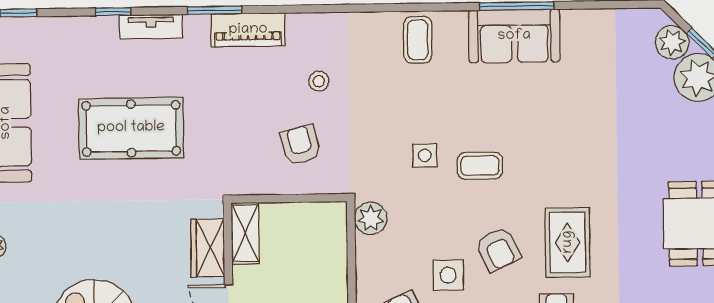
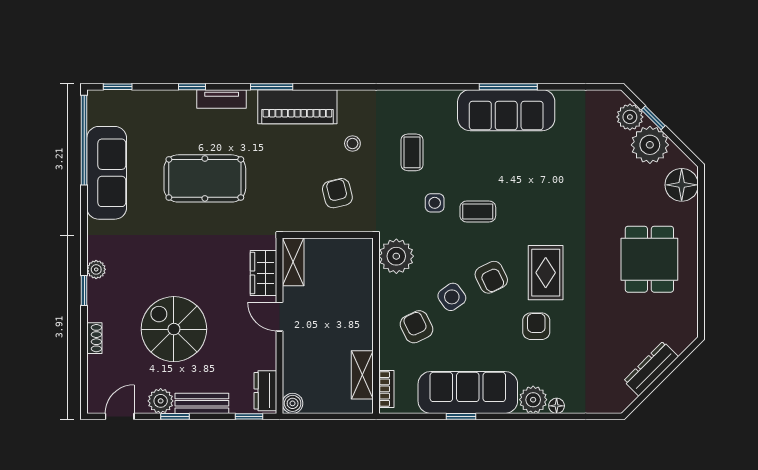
piano: (248, 30) -> (297, 107), width x1.37, depth x1.33
sofa: (514, 36) -> (506, 110), width x1.36
coffee table: (418, 40) -> (412, 152), moved
plant: (371, 218) -> (396, 256), width x1.36, depth x1.36
side table: (448, 275) -> (452, 297), turned -36

